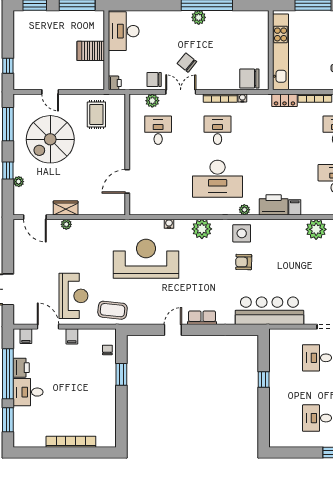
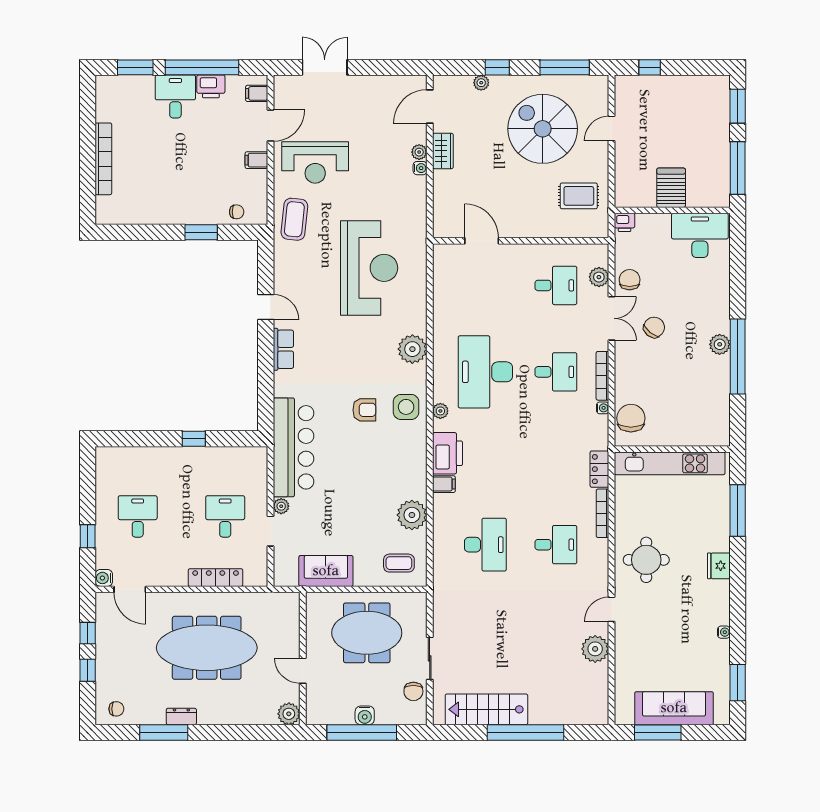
water cooler: (169, 224) -> (420, 168), moved
armchair: (244, 262) -> (364, 410), turned 89
plant: (310, 319) -> (281, 506), added

